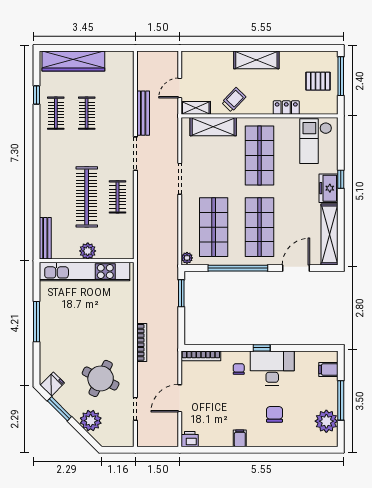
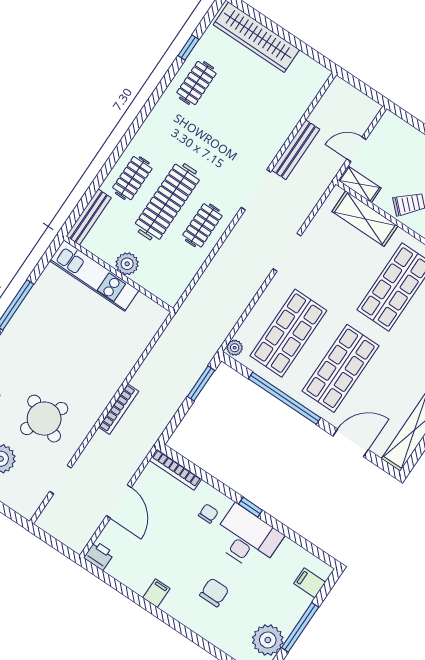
clothes rail: (87, 113) -> (132, 178), moved
kitchen unit: (85, 272) -> (94, 276), width x0.73
door: (180, 398) -> (119, 502), swing flipped

